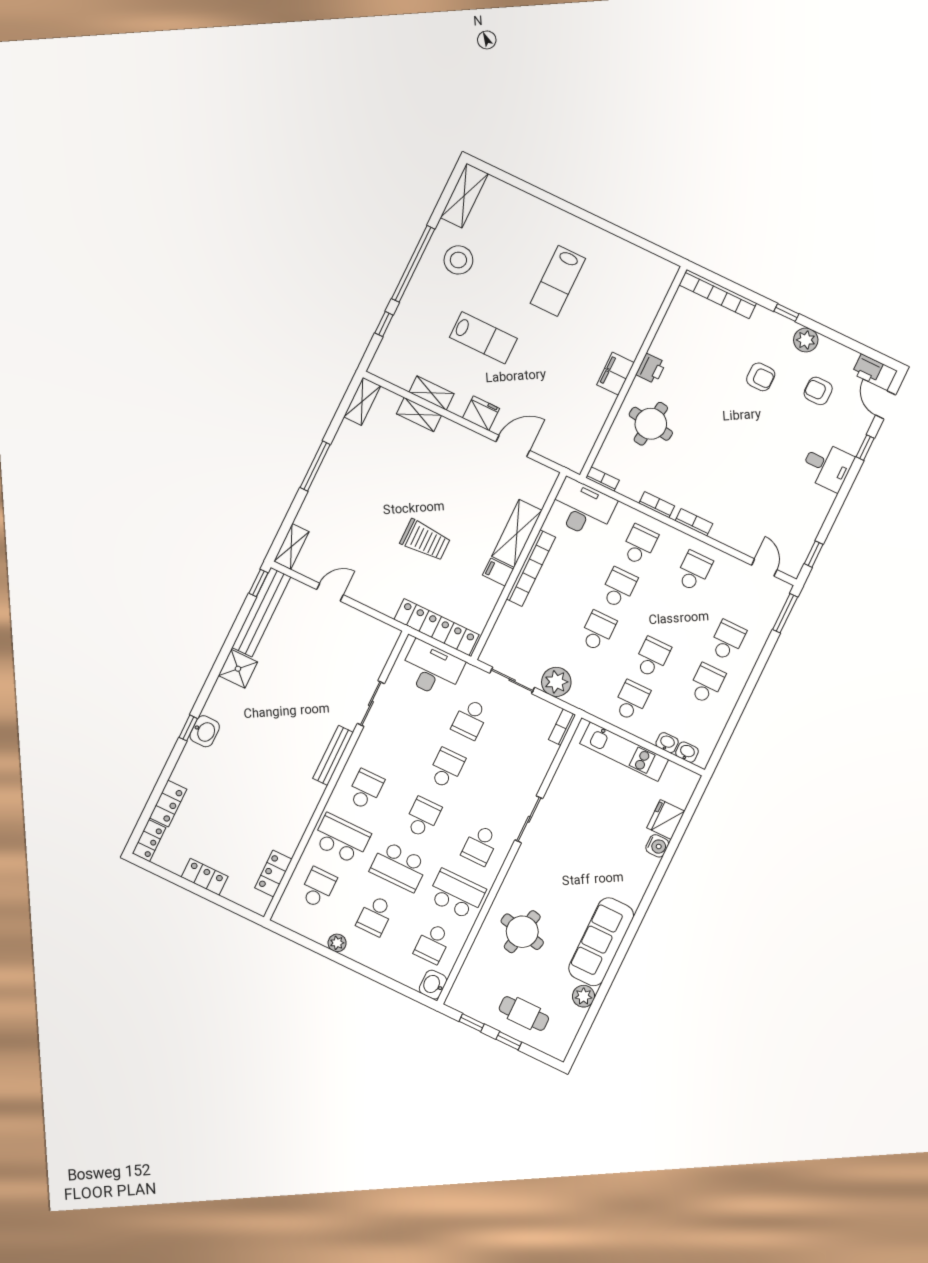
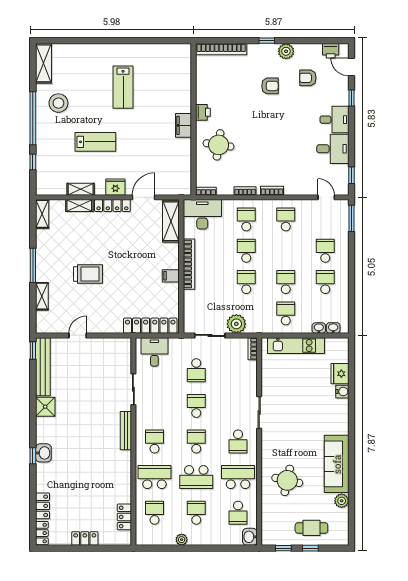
locker: (464, 437) -> (112, 205), added
desk: (806, 505) -> (333, 149), added
shelving: (517, 533) -> (171, 221), moved
trolley: (425, 540) -> (88, 274), moved
shelving: (291, 547) -> (42, 296), moved
desk: (432, 669) -> (154, 352), width x0.73
school desk: (375, 916) -> (196, 513), turned 180

